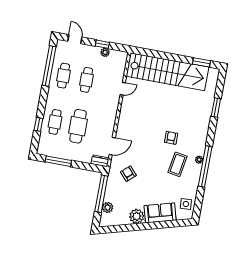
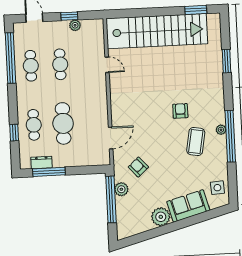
door: (123, 89) -> (107, 65), hinge flipped
dresser: (100, 161) -> (41, 162), moved
plant: (108, 207) -> (121, 189), moved

